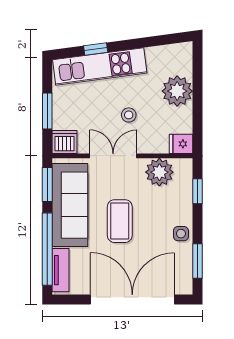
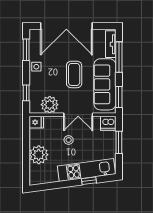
window: (47, 249) -> (119, 57), width x0.68

